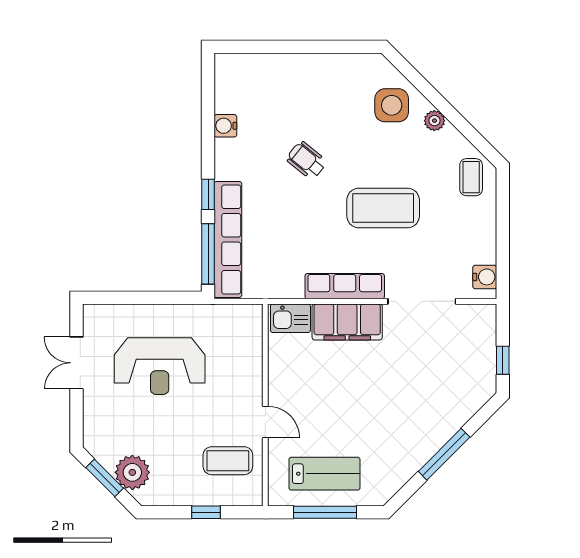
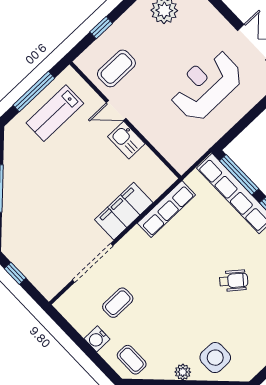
coffee table: (383, 208) -> (118, 303), moved, width x0.54, depth x0.58
water cooler: (485, 277) -> (97, 339), moved
row of seats: (345, 286) -> (166, 209), moved
kitchen sink: (290, 318) -> (126, 140), moved, turned -90

